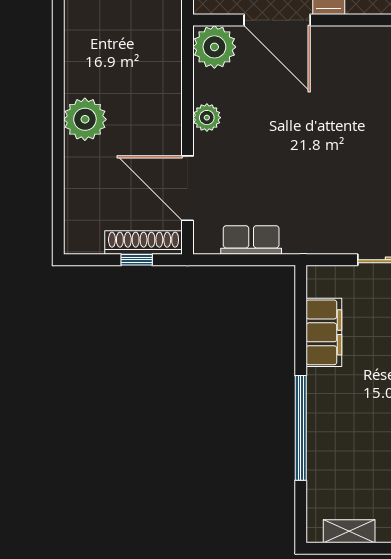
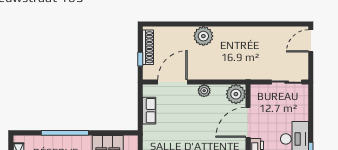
shoe rack: (144, 243) -> (148, 47), moved

